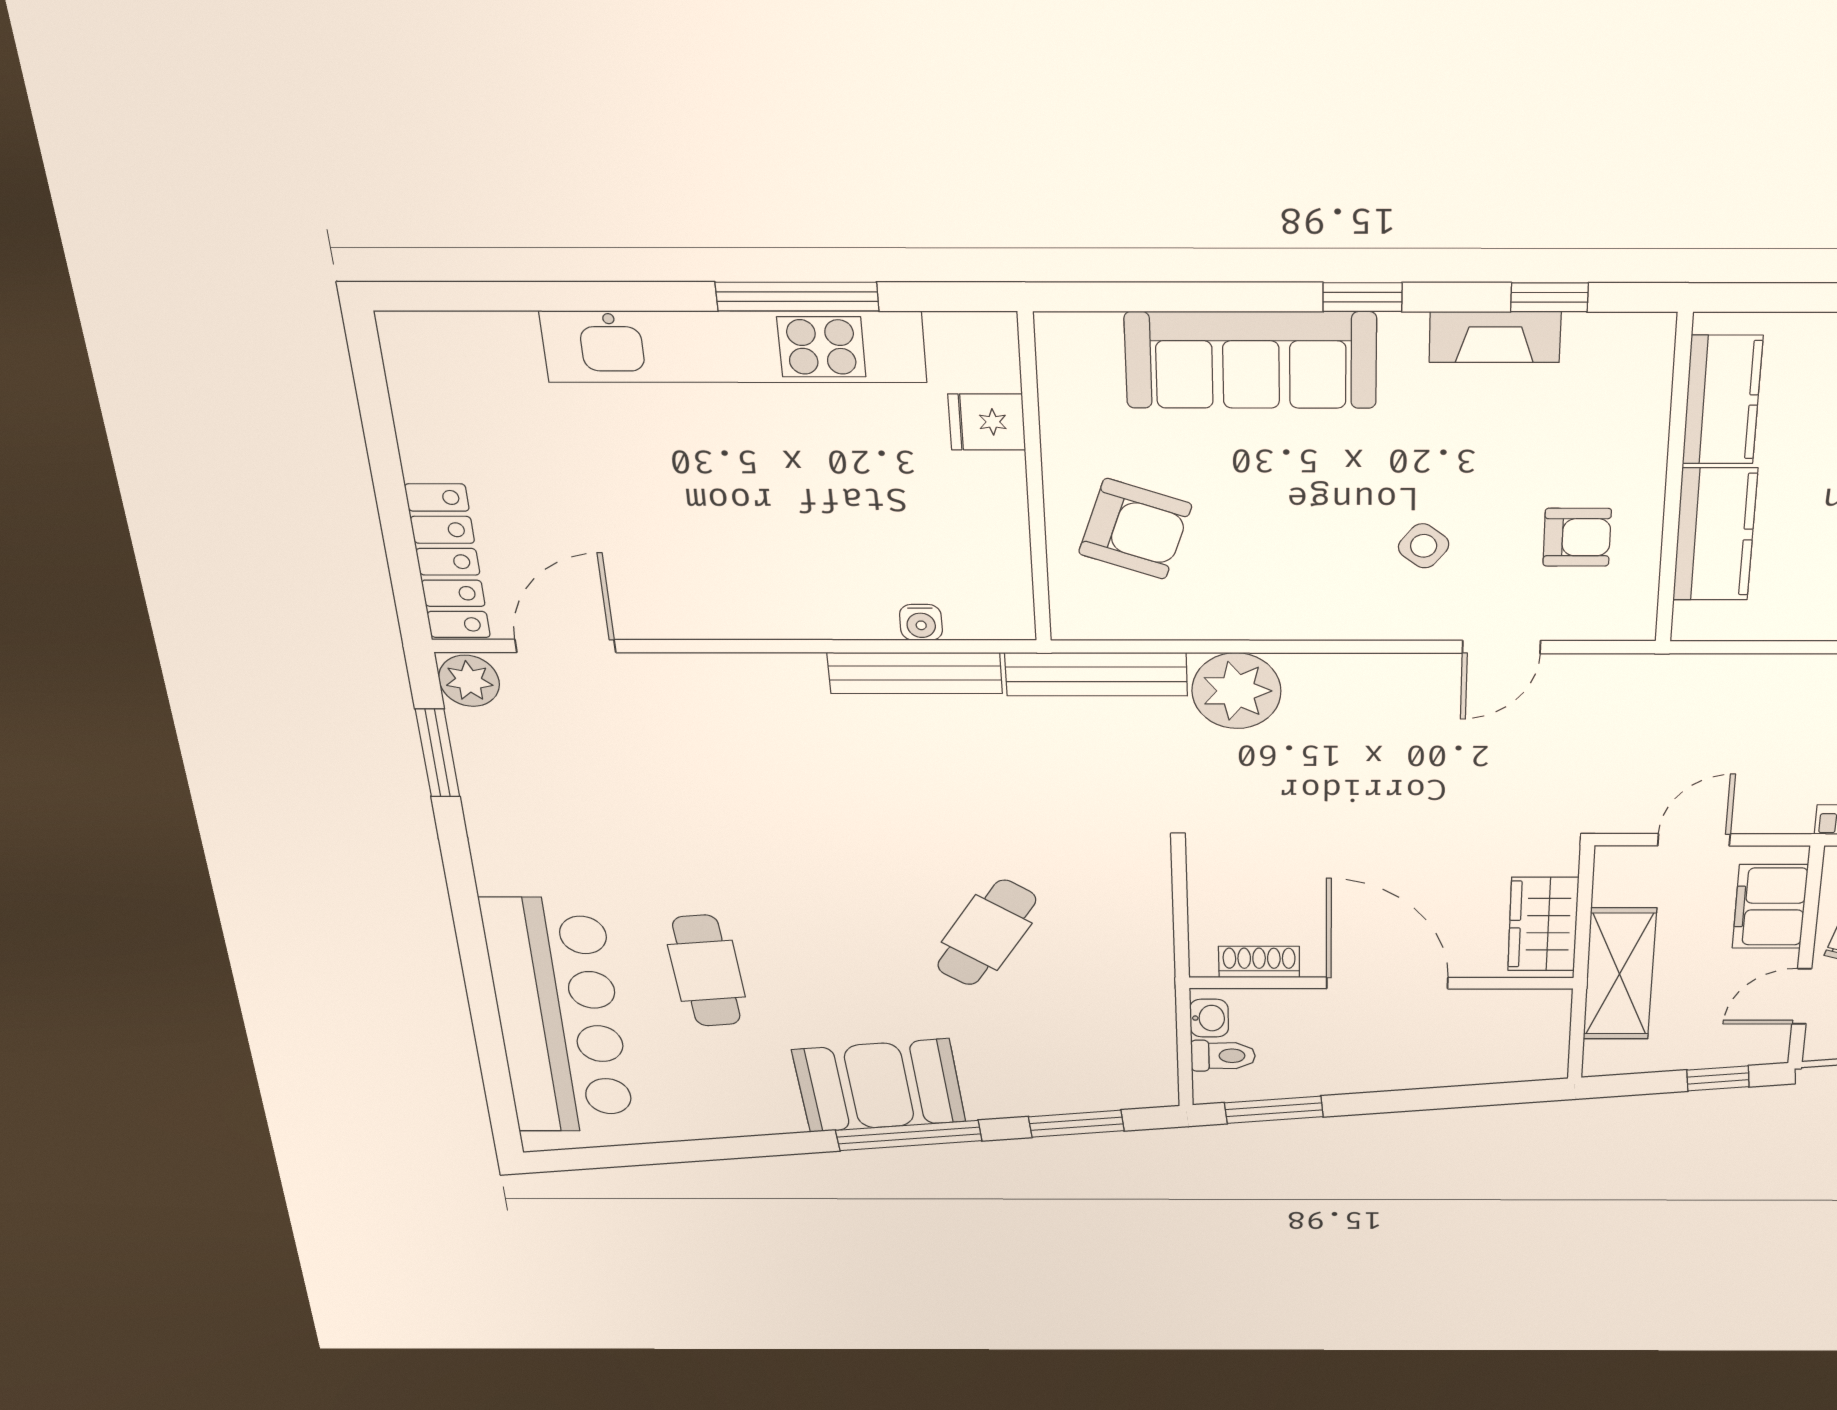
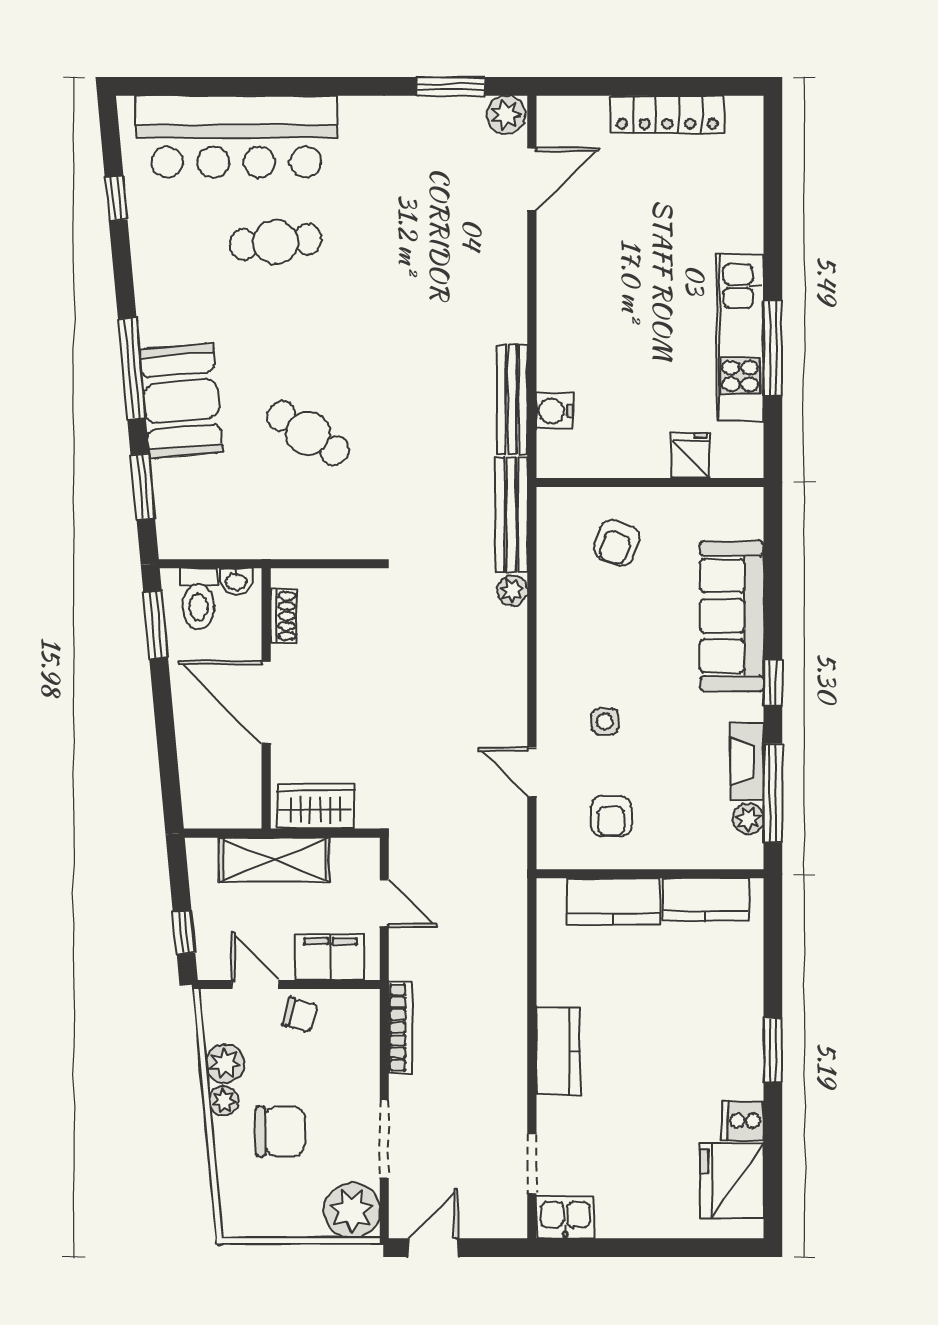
window: (1549, 297) -> (773, 793), width x2.17
plant: (1591, 335) -> (748, 819), added
kitchen unit: (734, 347) -> (740, 338), width x0.73
armchair: (1135, 529) -> (617, 543), width x0.72, depth x0.72
side table: (1424, 546) -> (605, 721), turned -38
locker: (448, 562) -> (667, 114), moved
water cooler: (921, 622) -> (554, 411), width x1.38, depth x1.38
door: (565, 646) -> (532, 180), hinge flipped
plant: (1236, 691) -> (512, 591), width x0.53, depth x0.53
door: (1387, 983) -> (266, 703), swing flipped
toilet: (1223, 1056) -> (198, 599), width x1.37, depth x1.39
booth: (879, 1086) -> (181, 401), moved
window: (669, 1152) -> (116, 199), added

